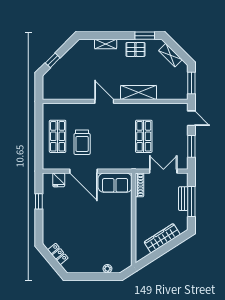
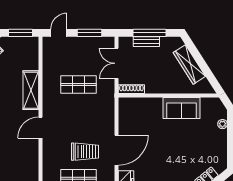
sofa: (115, 183) -> (181, 108), moved, turned 90

